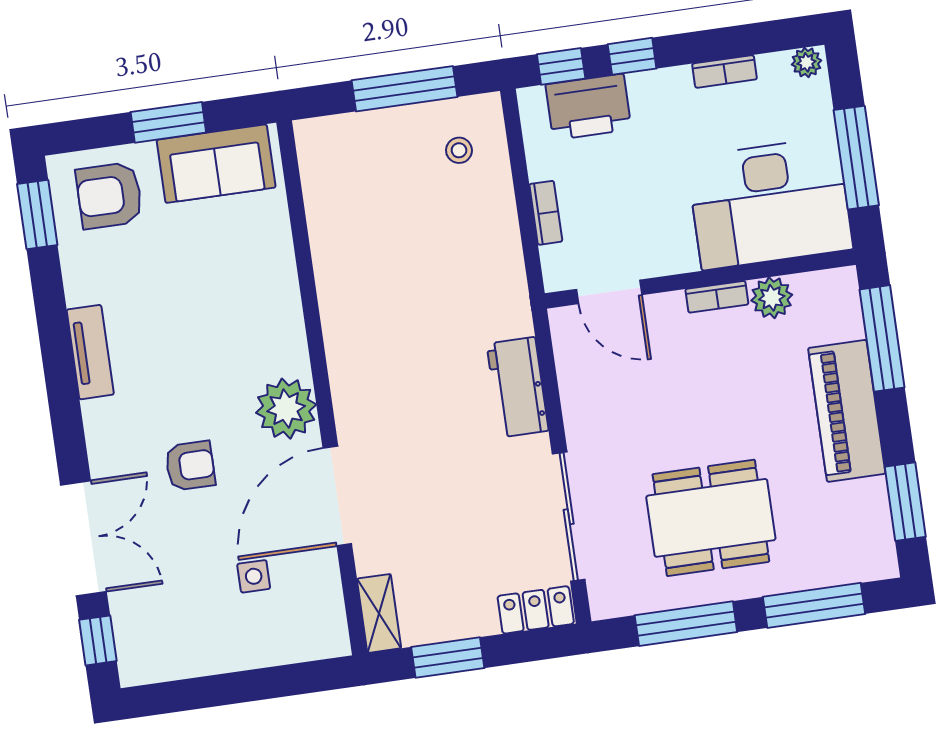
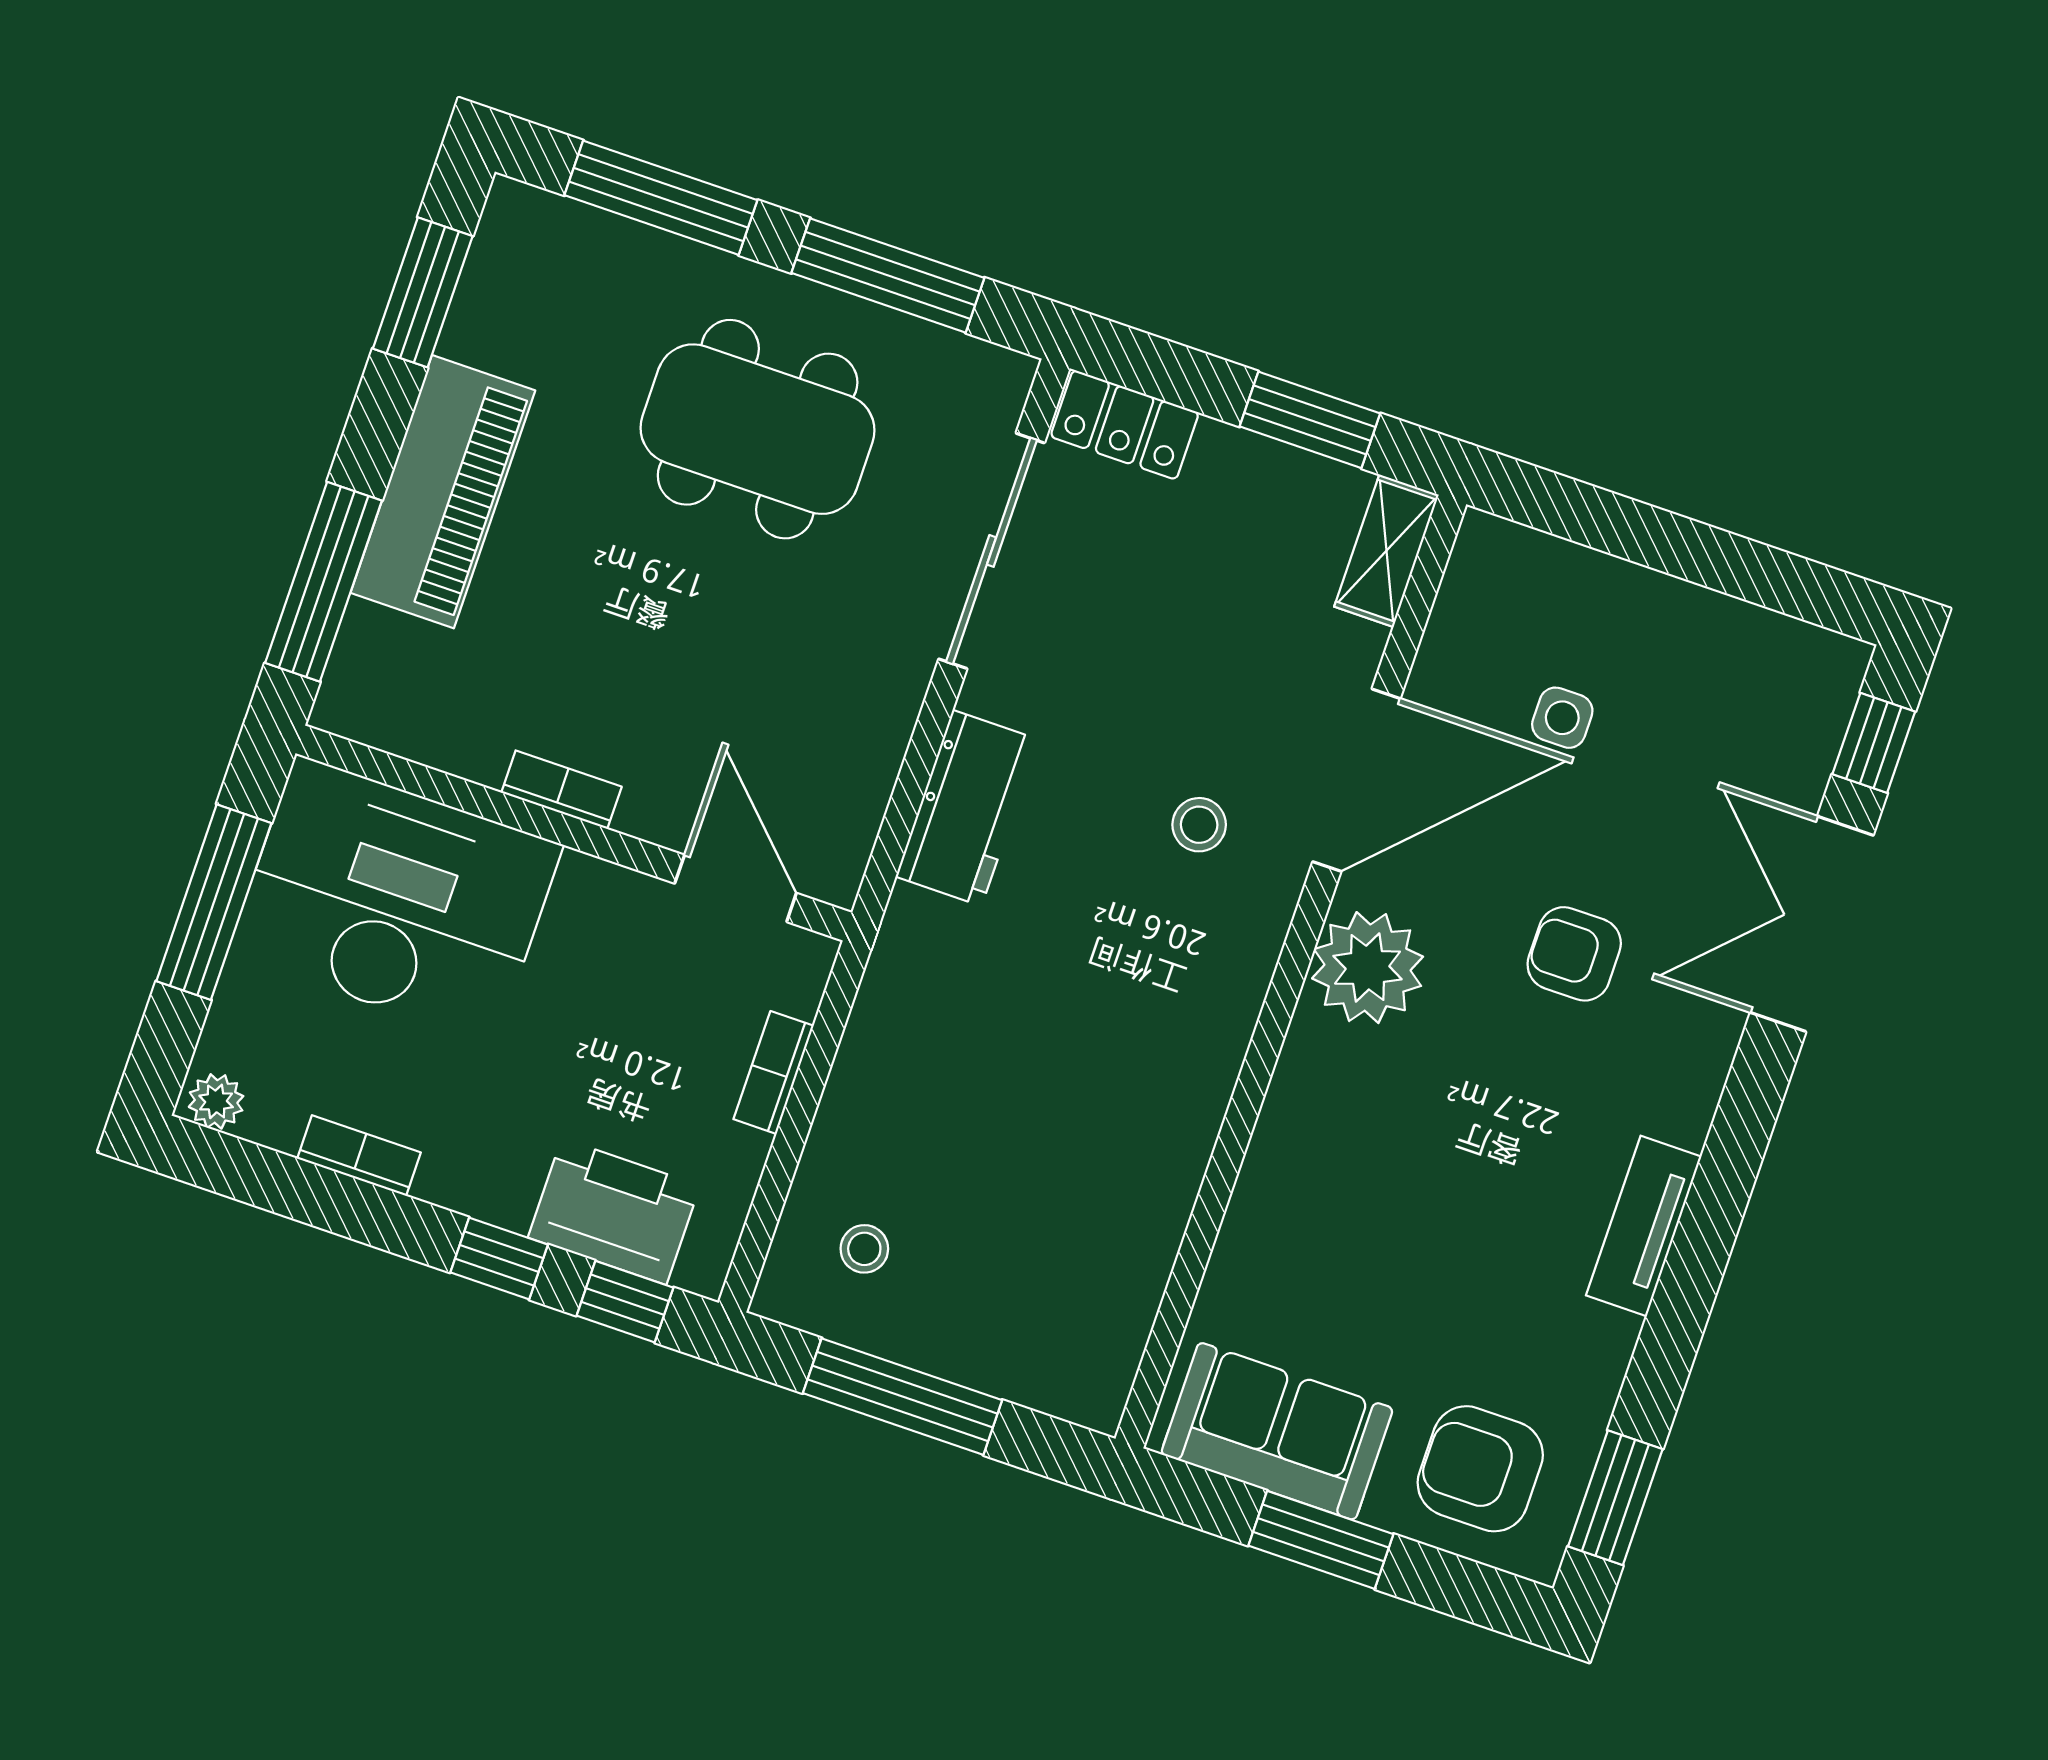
armchair: (109, 195) -> (1480, 1469), turned 180
plant: (772, 298) -> (472, 742), removed
stool: (402, 436) -> (1199, 825), added

